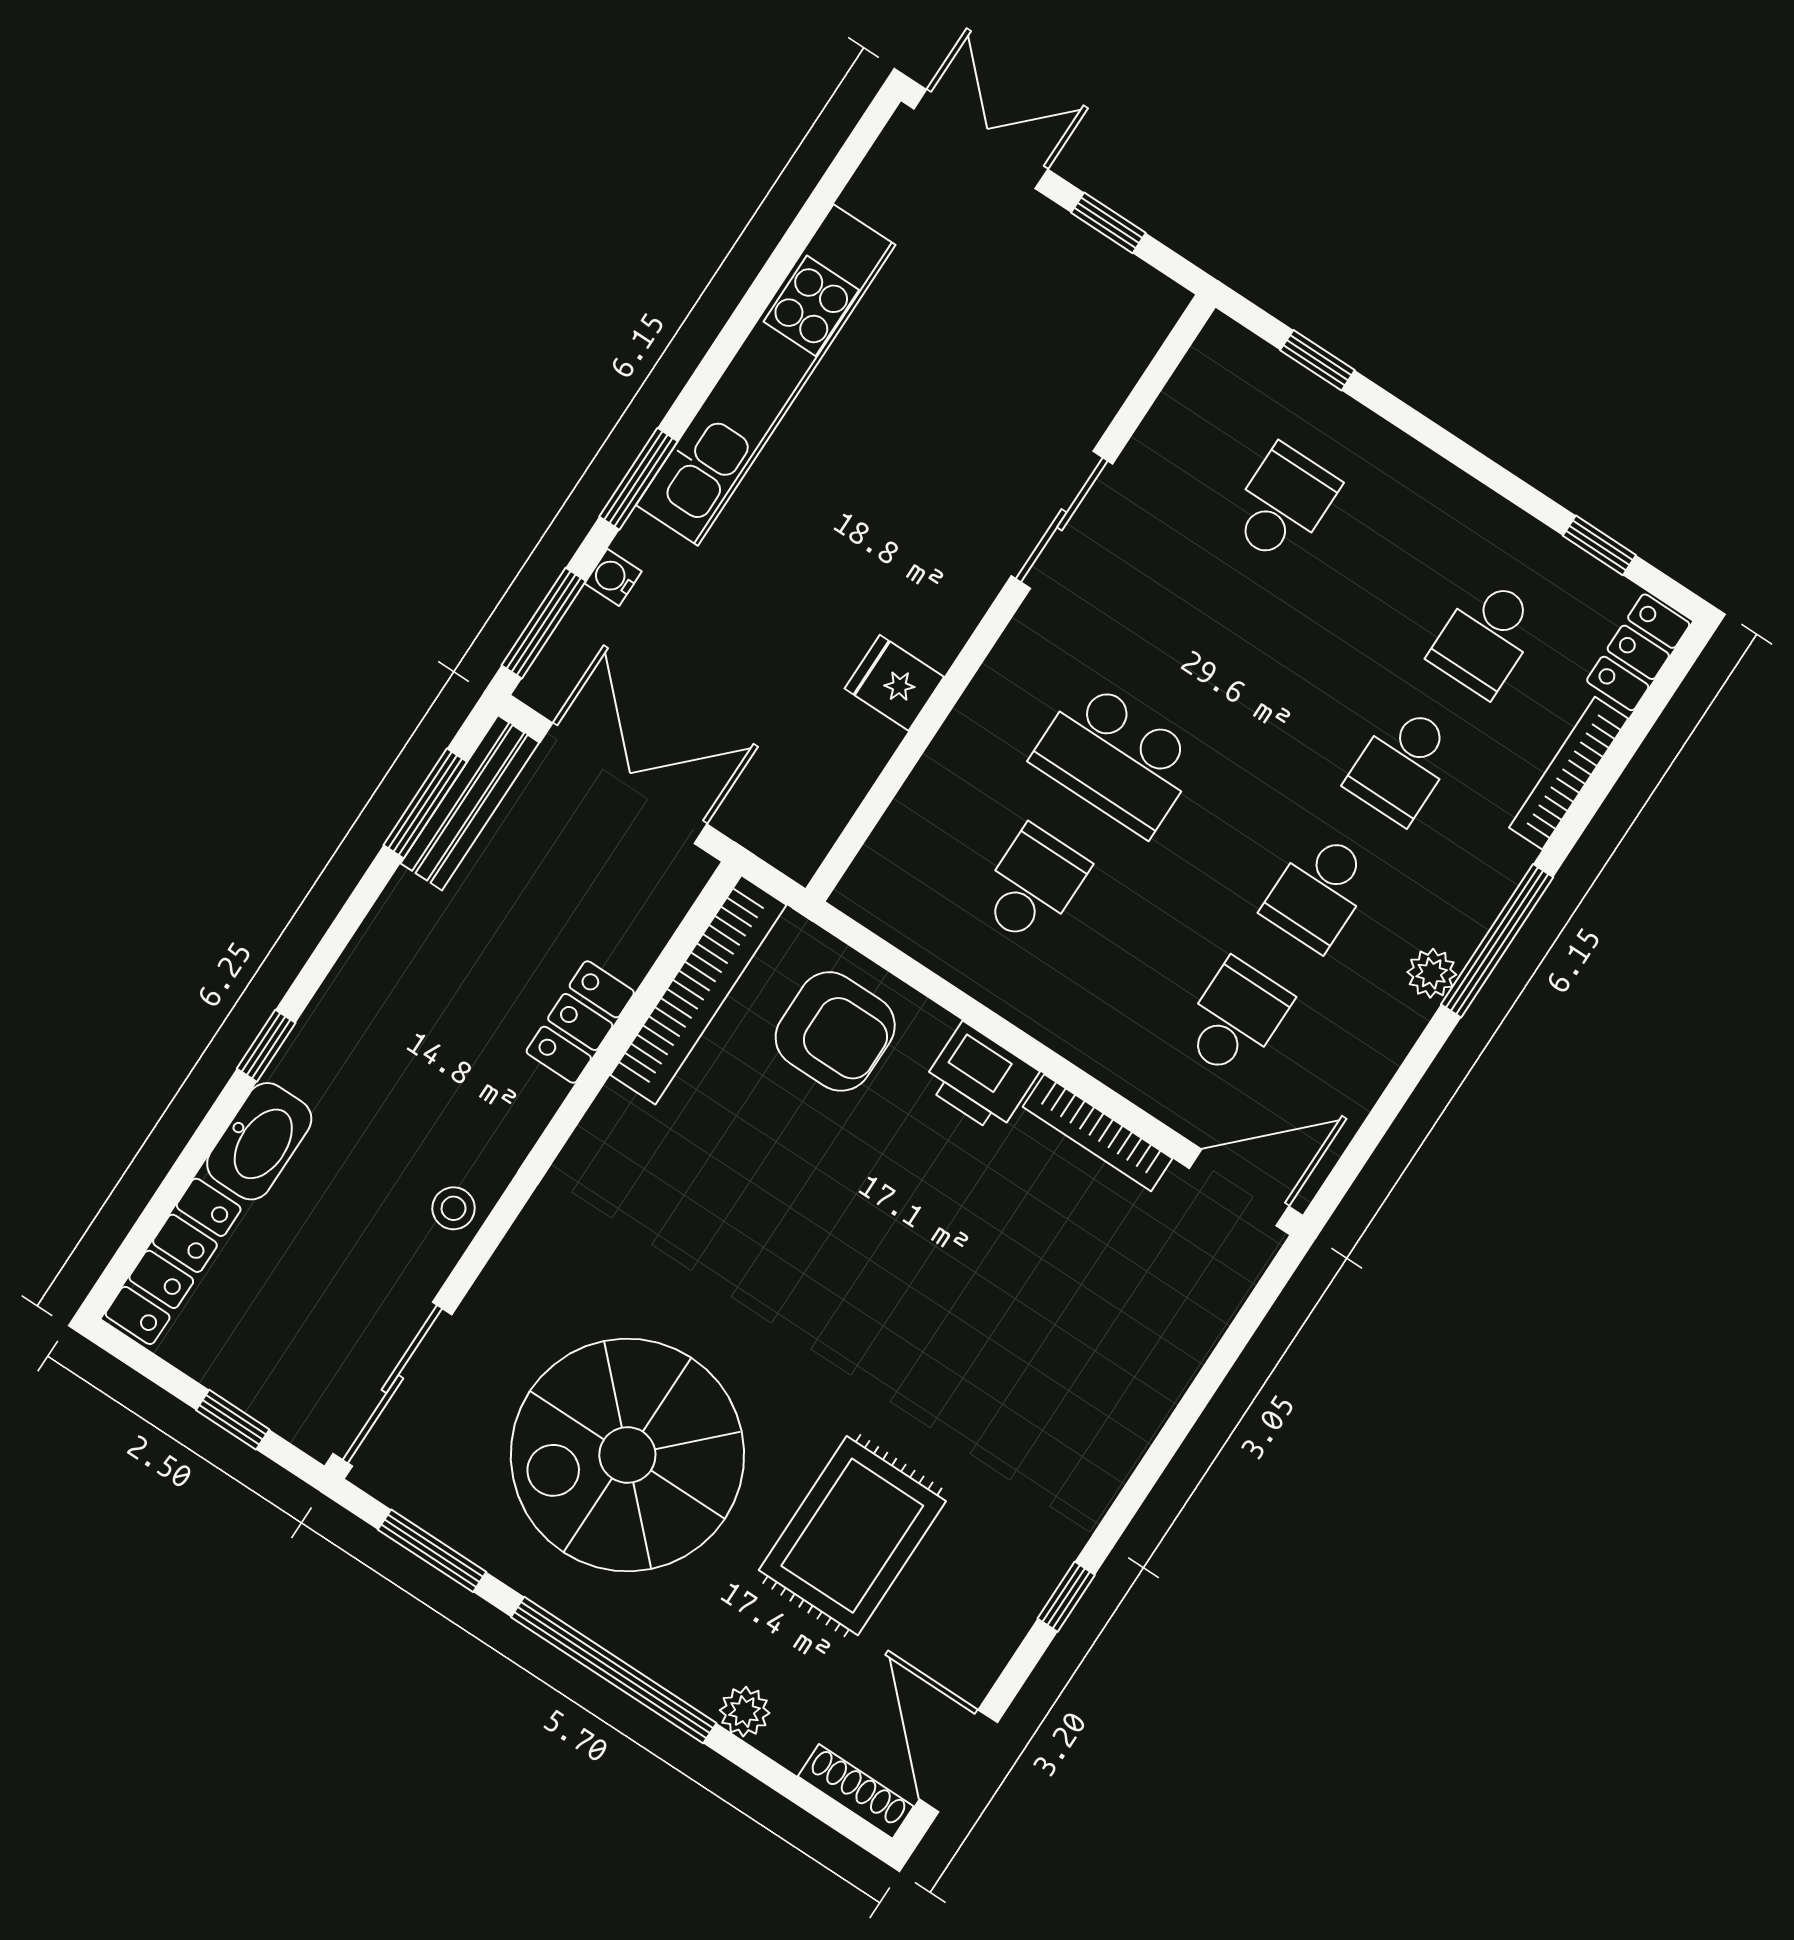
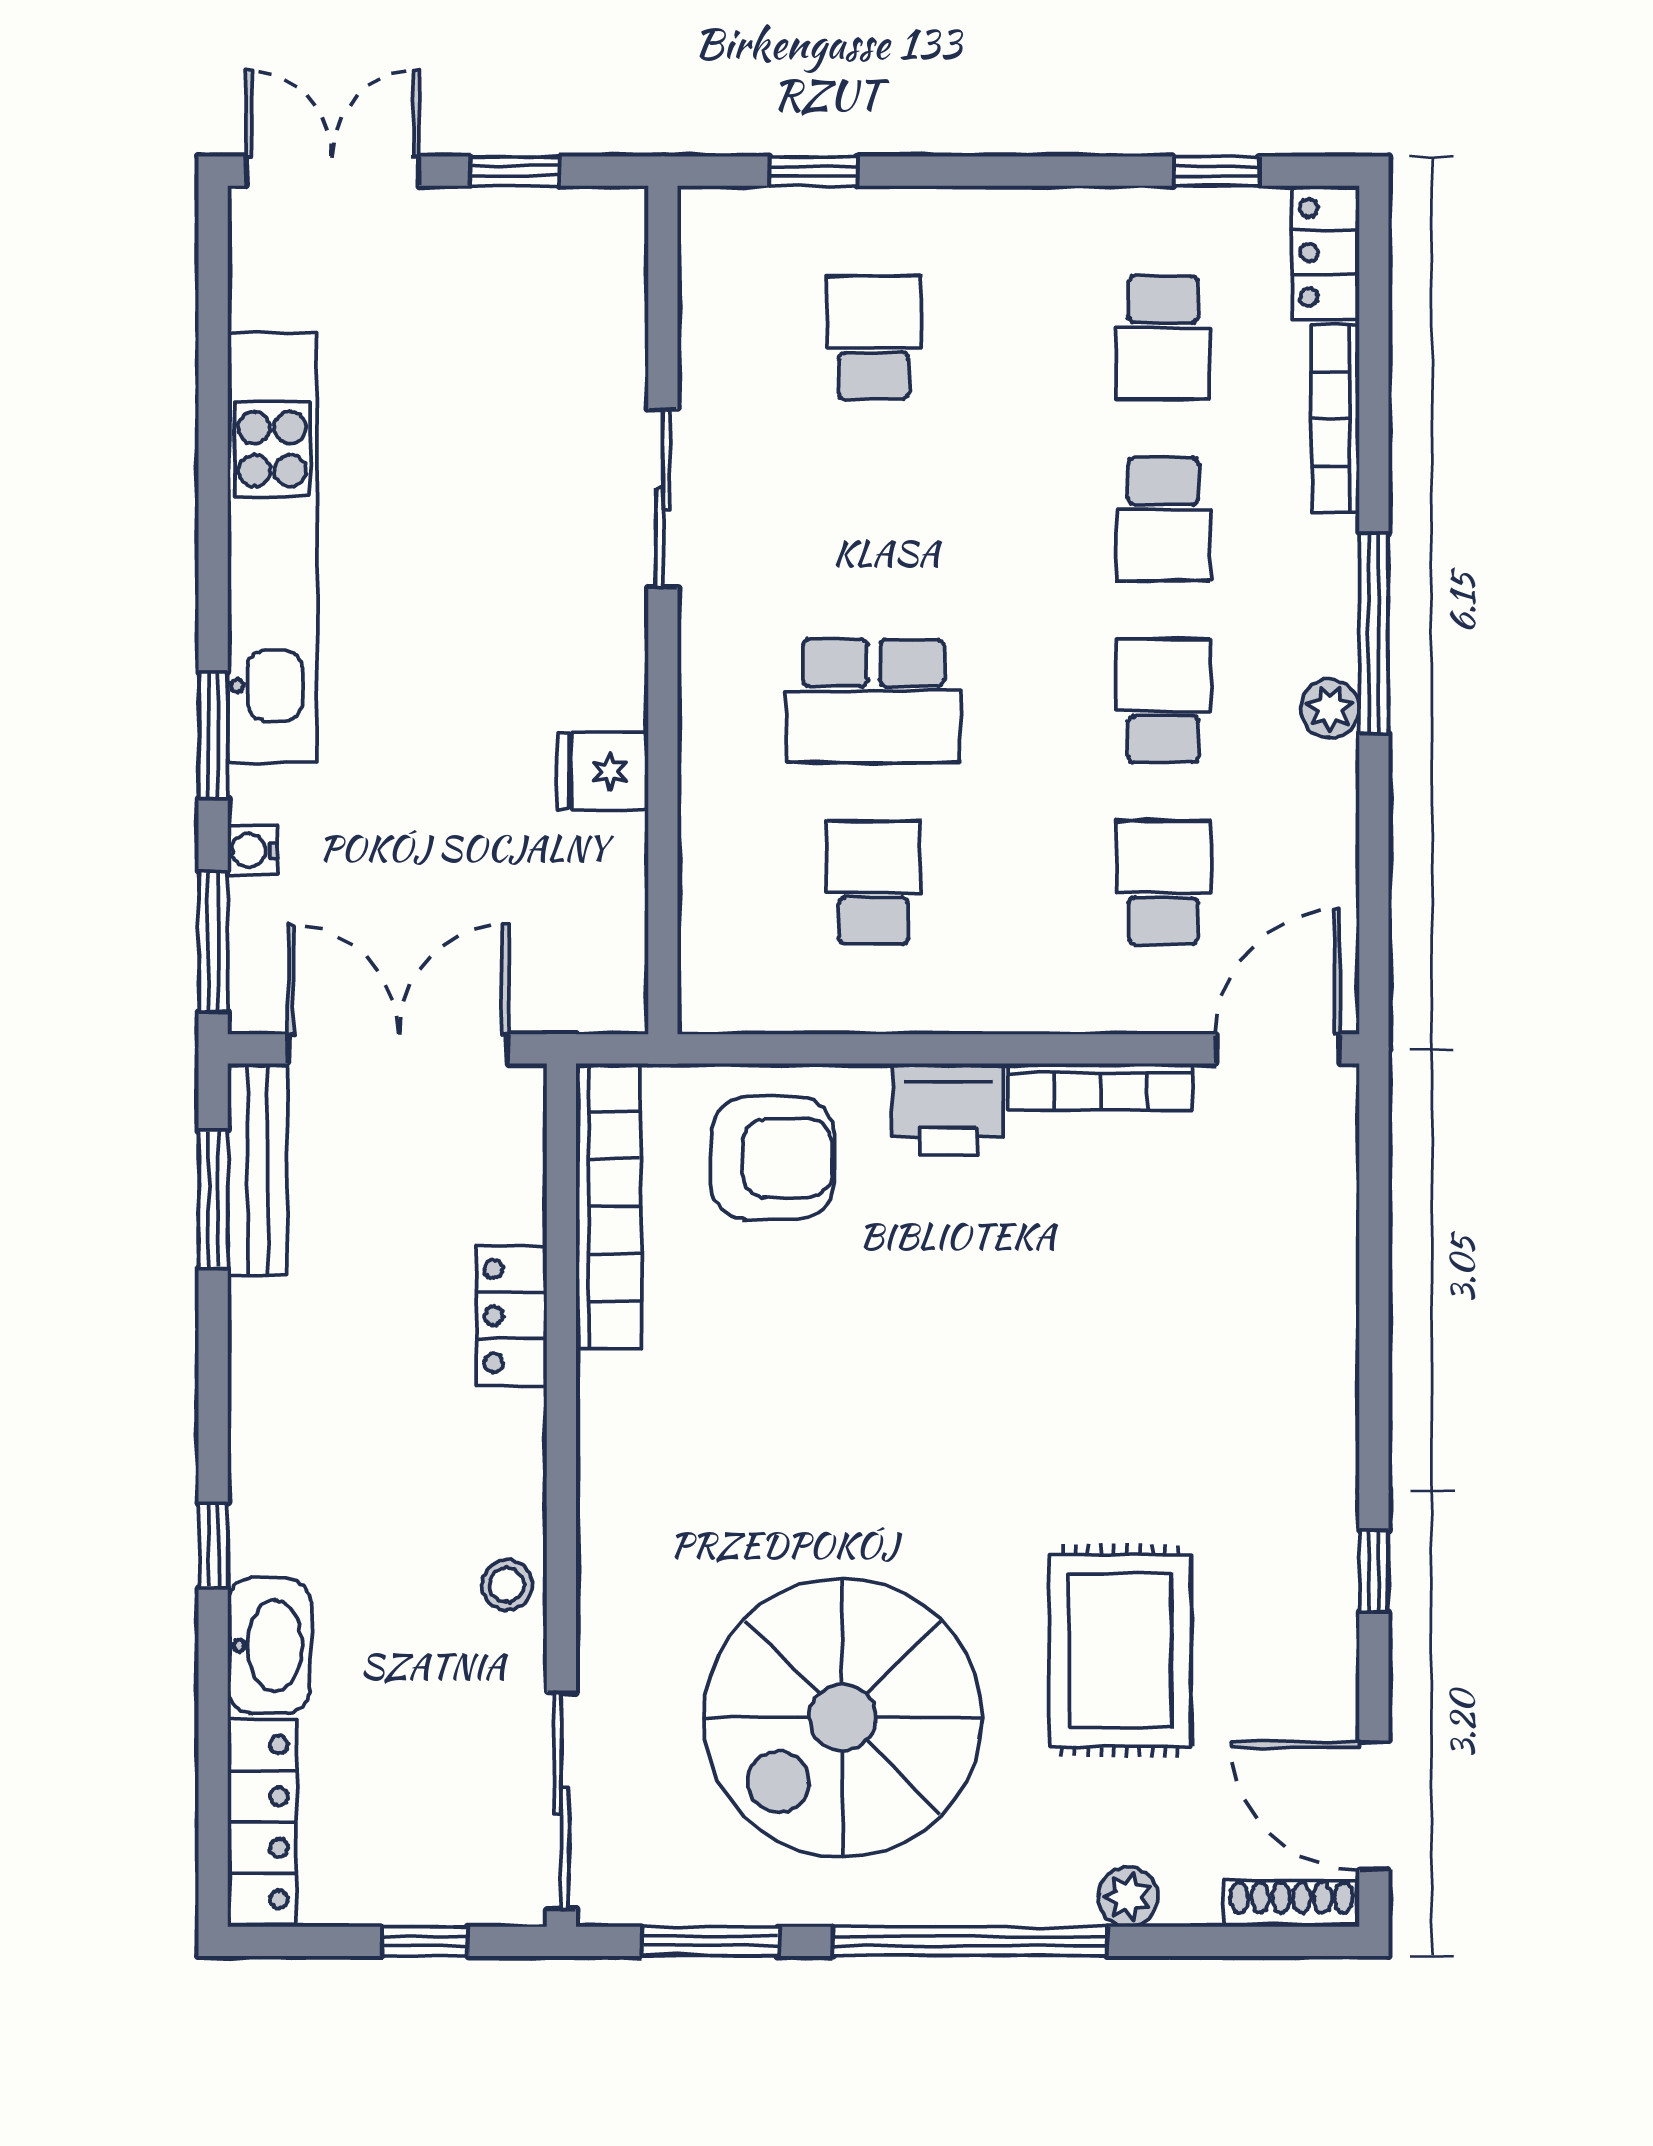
school desk: (1319, 891) -> (1163, 701), turned 180

